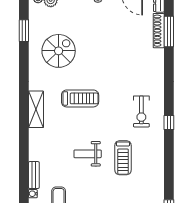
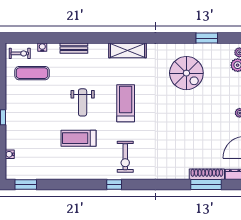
treadmill: (80, 98) -> (126, 103), moved, turned 180
exercise bike: (141, 112) -> (125, 157), turned -90
weight bench: (88, 154) -> (83, 102), turned 180
bench: (34, 175) -> (74, 48), moved

